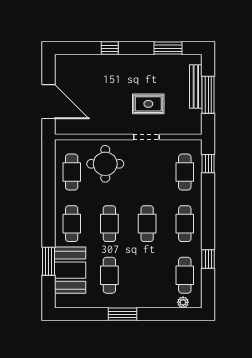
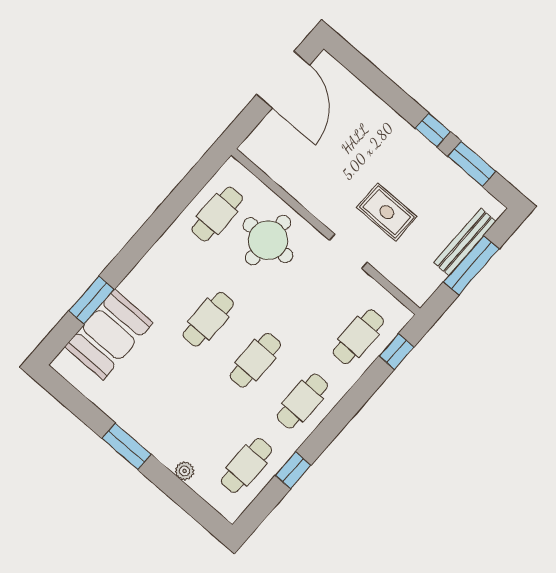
window: (110, 48) -> (433, 130), moved
door: (48, 102) -> (283, 80), moved
cafe table: (72, 224) -> (161, 278), removed
cafe table: (109, 275) -> (152, 384), removed
plant: (183, 302) -> (185, 471), moved

